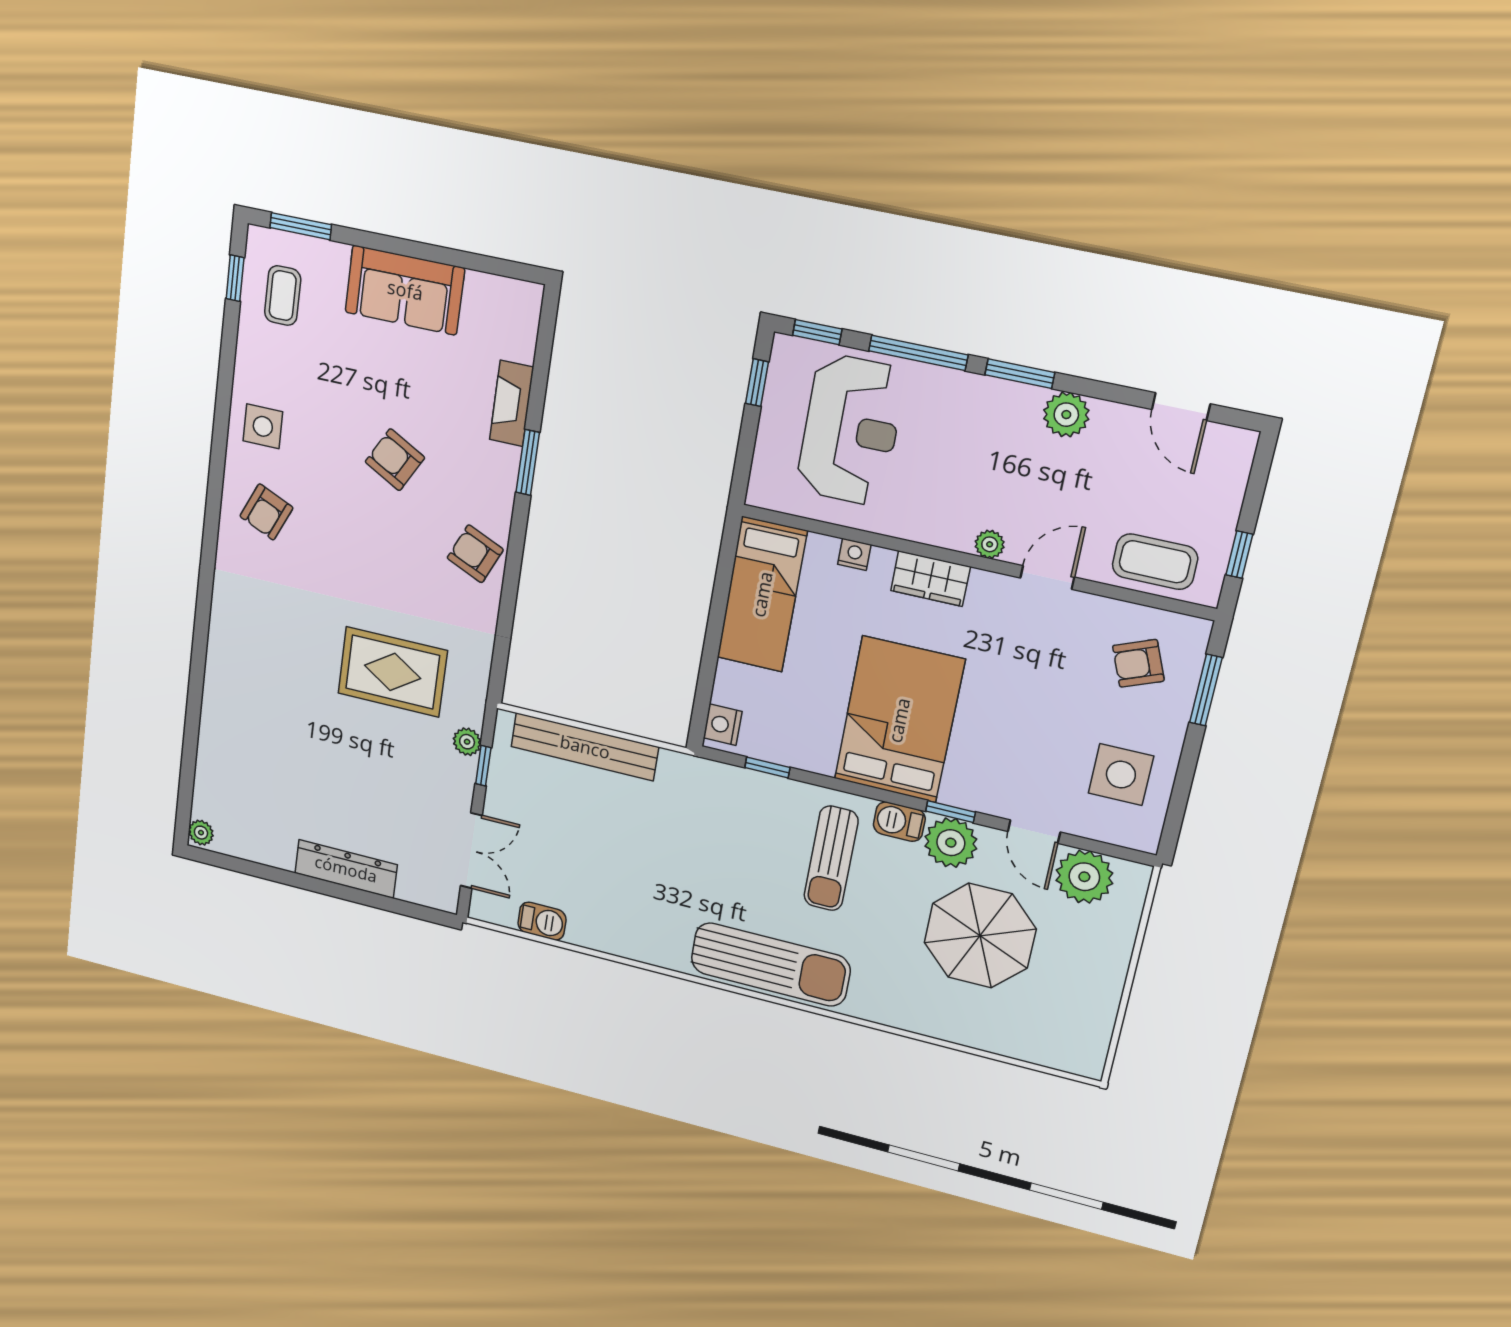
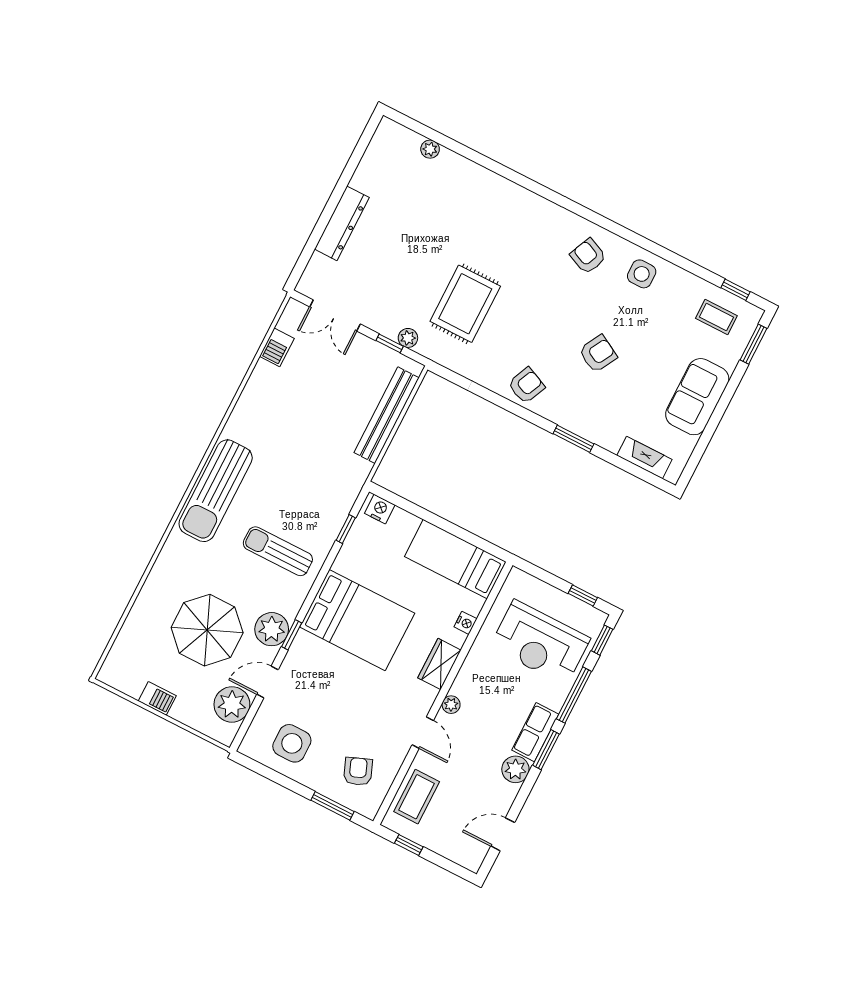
row of seats: (996, 399) -> (535, 732), added
fireplace: (512, 403) -> (644, 458), moved
barbecue: (899, 822) -> (157, 698), moved, turned 90
plant: (201, 833) -> (430, 149), moved

